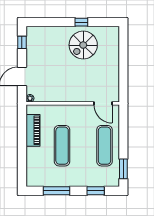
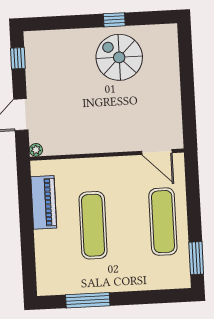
spiral stairs: (83, 45) -> (119, 57), turned 90
window: (96, 191) -> (152, 297), removed

